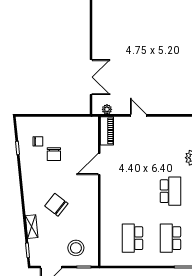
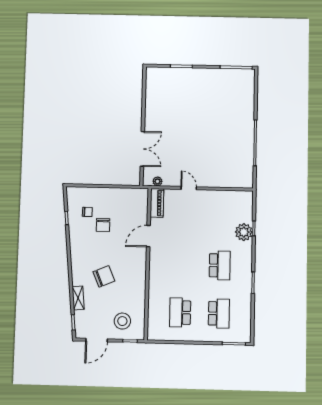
chair: (56, 205) -> (104, 276), turned 119
school desk: (170, 238) -> (219, 313), turned 180

